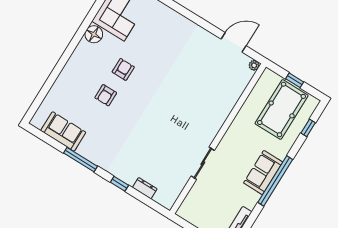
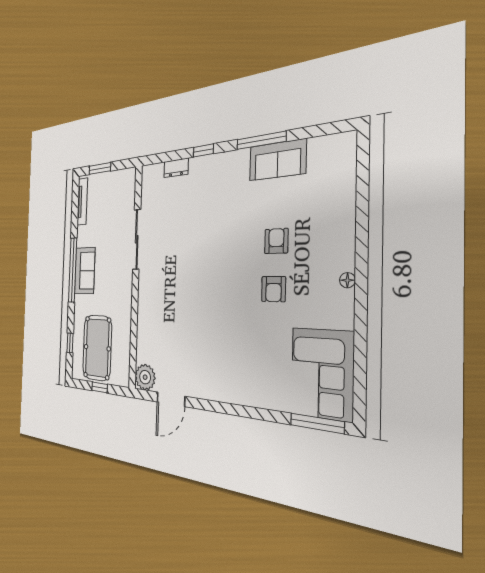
floor lamp: (94, 34) -> (347, 280), moved, width x0.53, depth x0.53
plant: (254, 65) -> (145, 377), width x1.88, depth x1.88
sofa: (63, 131) -> (277, 160), moved
sliding door: (203, 163) -> (137, 239), width x1.37

